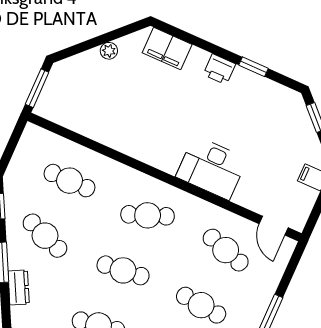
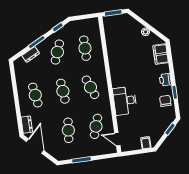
chair: (258, 94) -> (165, 101), added
door: (274, 226) -> (117, 139), hinge flipped

